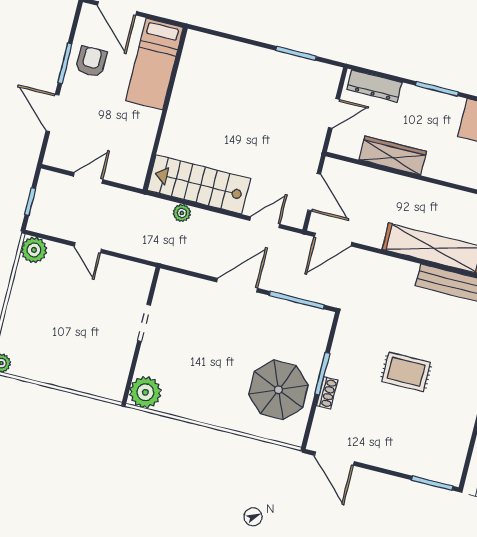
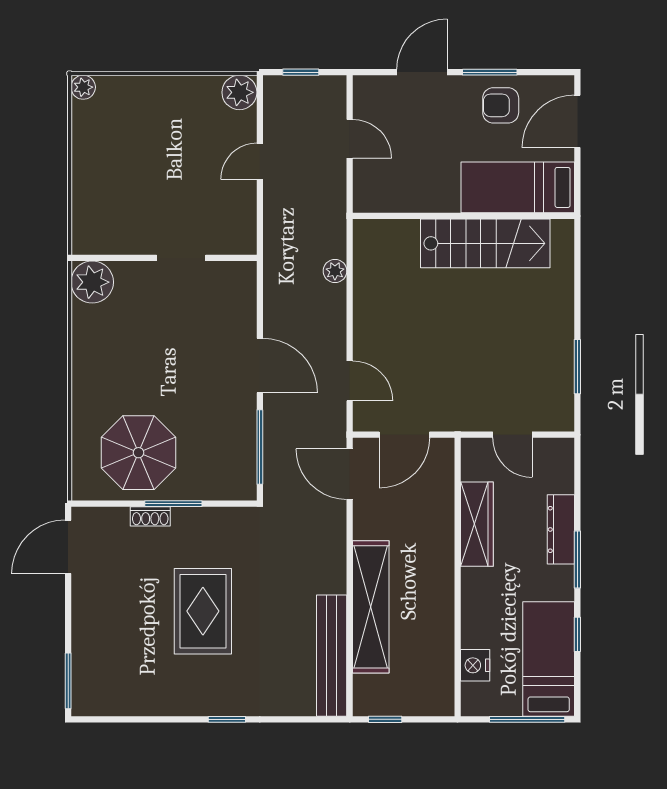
armchair: (91, 62) -> (501, 105), turned 180
dresser: (375, 86) -> (561, 529), moved
stairs: (199, 184) -> (485, 243), moved, turned 90
rug: (406, 372) -> (203, 611), width x1.36, depth x1.43

